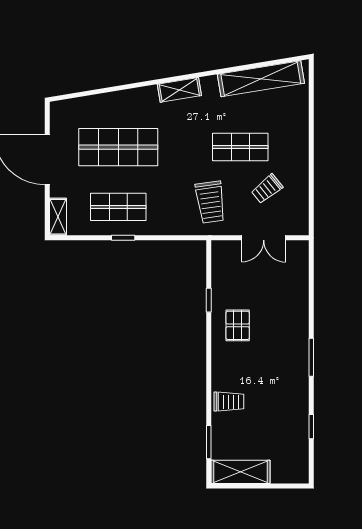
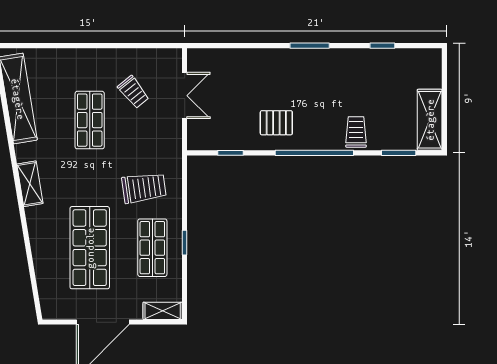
trolley: (210, 202) -> (144, 188), moved
window: (209, 300) -> (230, 153), moved
window: (209, 362) -> (314, 153), added

